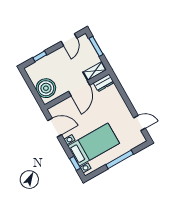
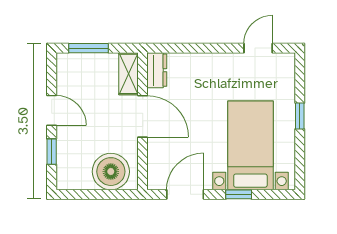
door: (69, 40) -> (52, 110), moved
window: (120, 159) -> (300, 116), width x0.46
window: (75, 163) -> (239, 194), moved

